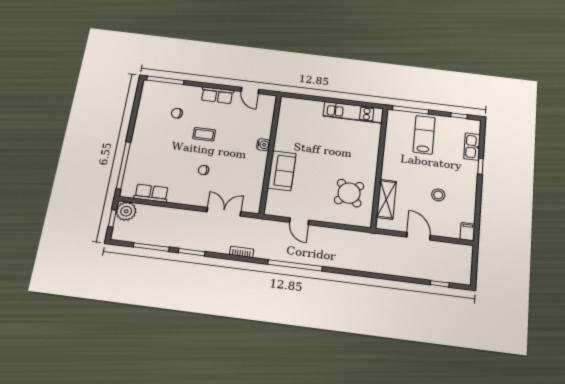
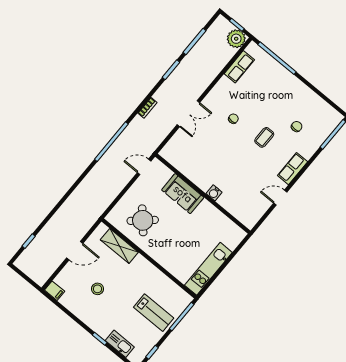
water cooler: (263, 145) -> (214, 193), moved
wall: (270, 154) -> (203, 194), moved
sofa: (282, 171) -> (183, 194), moved

